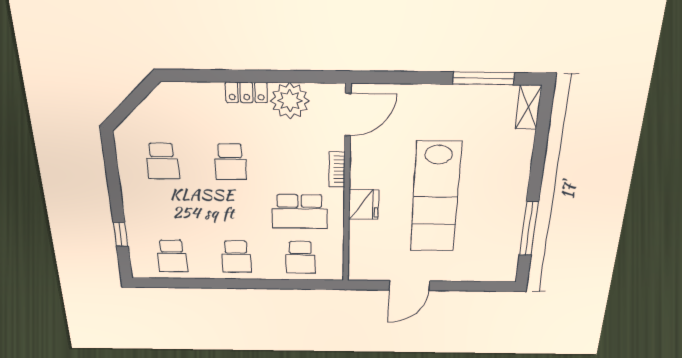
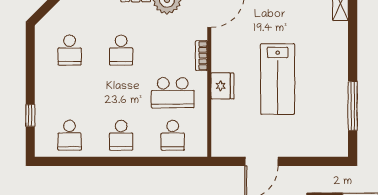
lab bench: (435, 197) -> (278, 79), width x0.73

